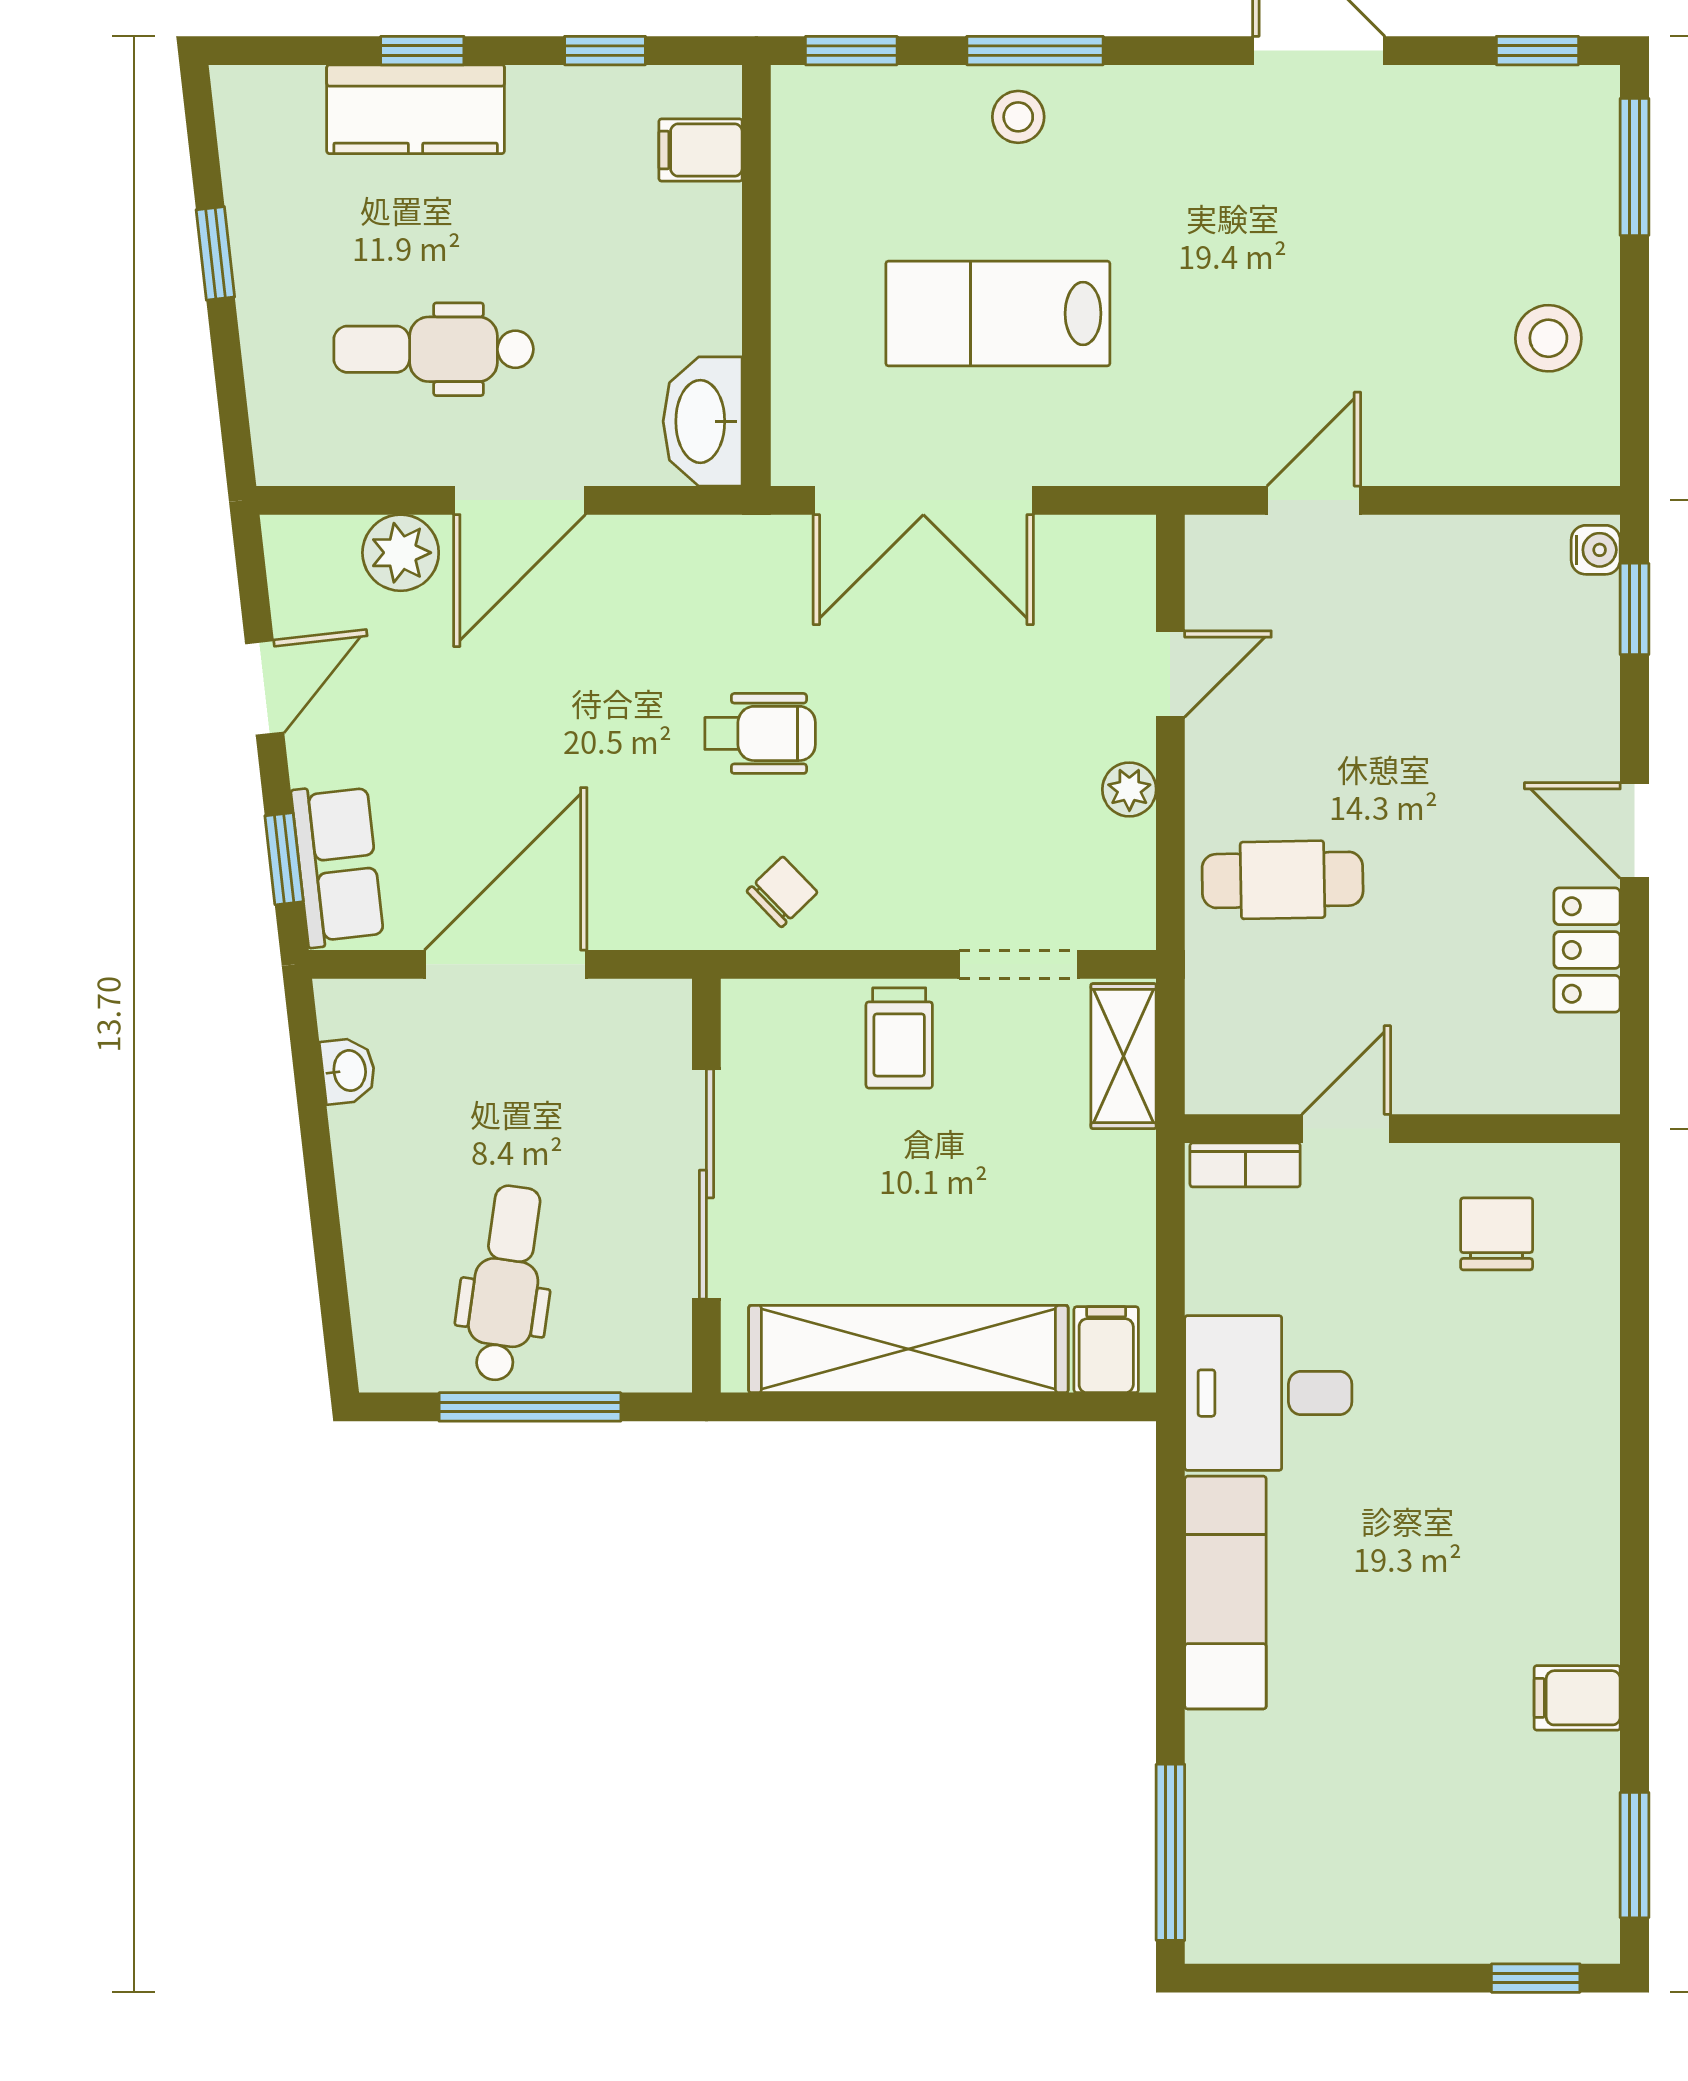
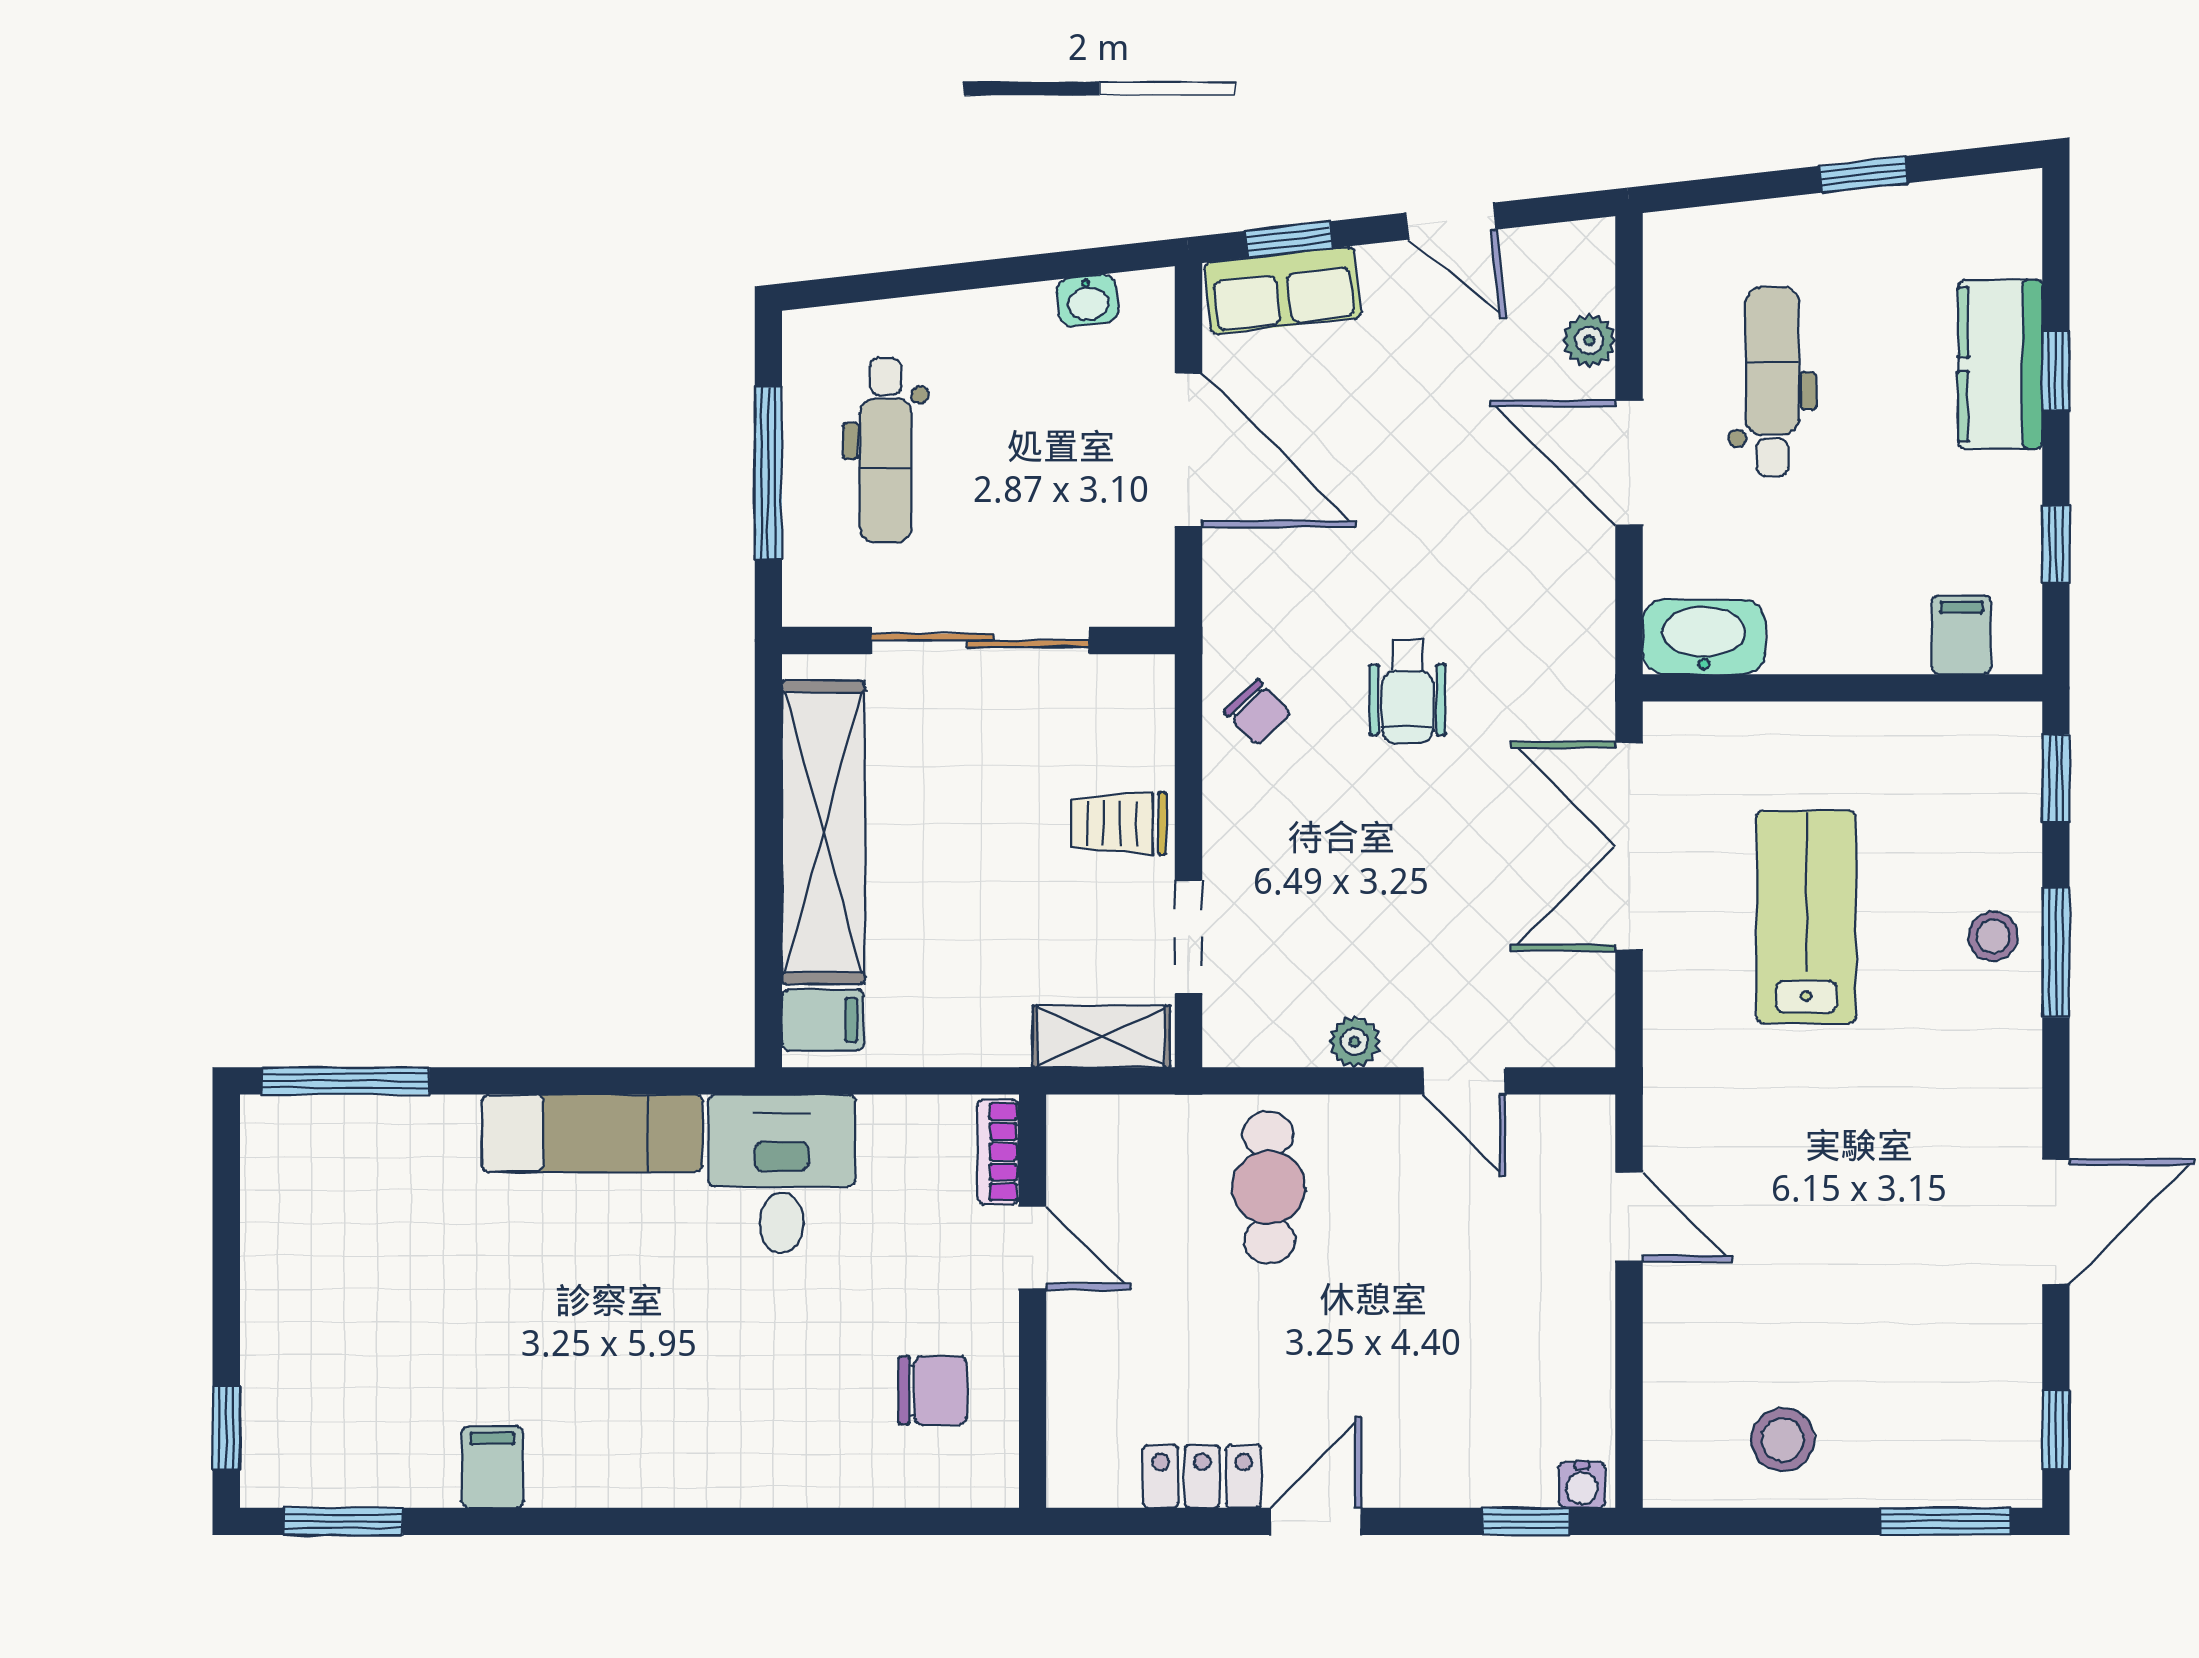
plant: (401, 553) -> (1589, 340), width x0.73, depth x0.73
dental chair: (506, 1283) -> (886, 450), turned 82

